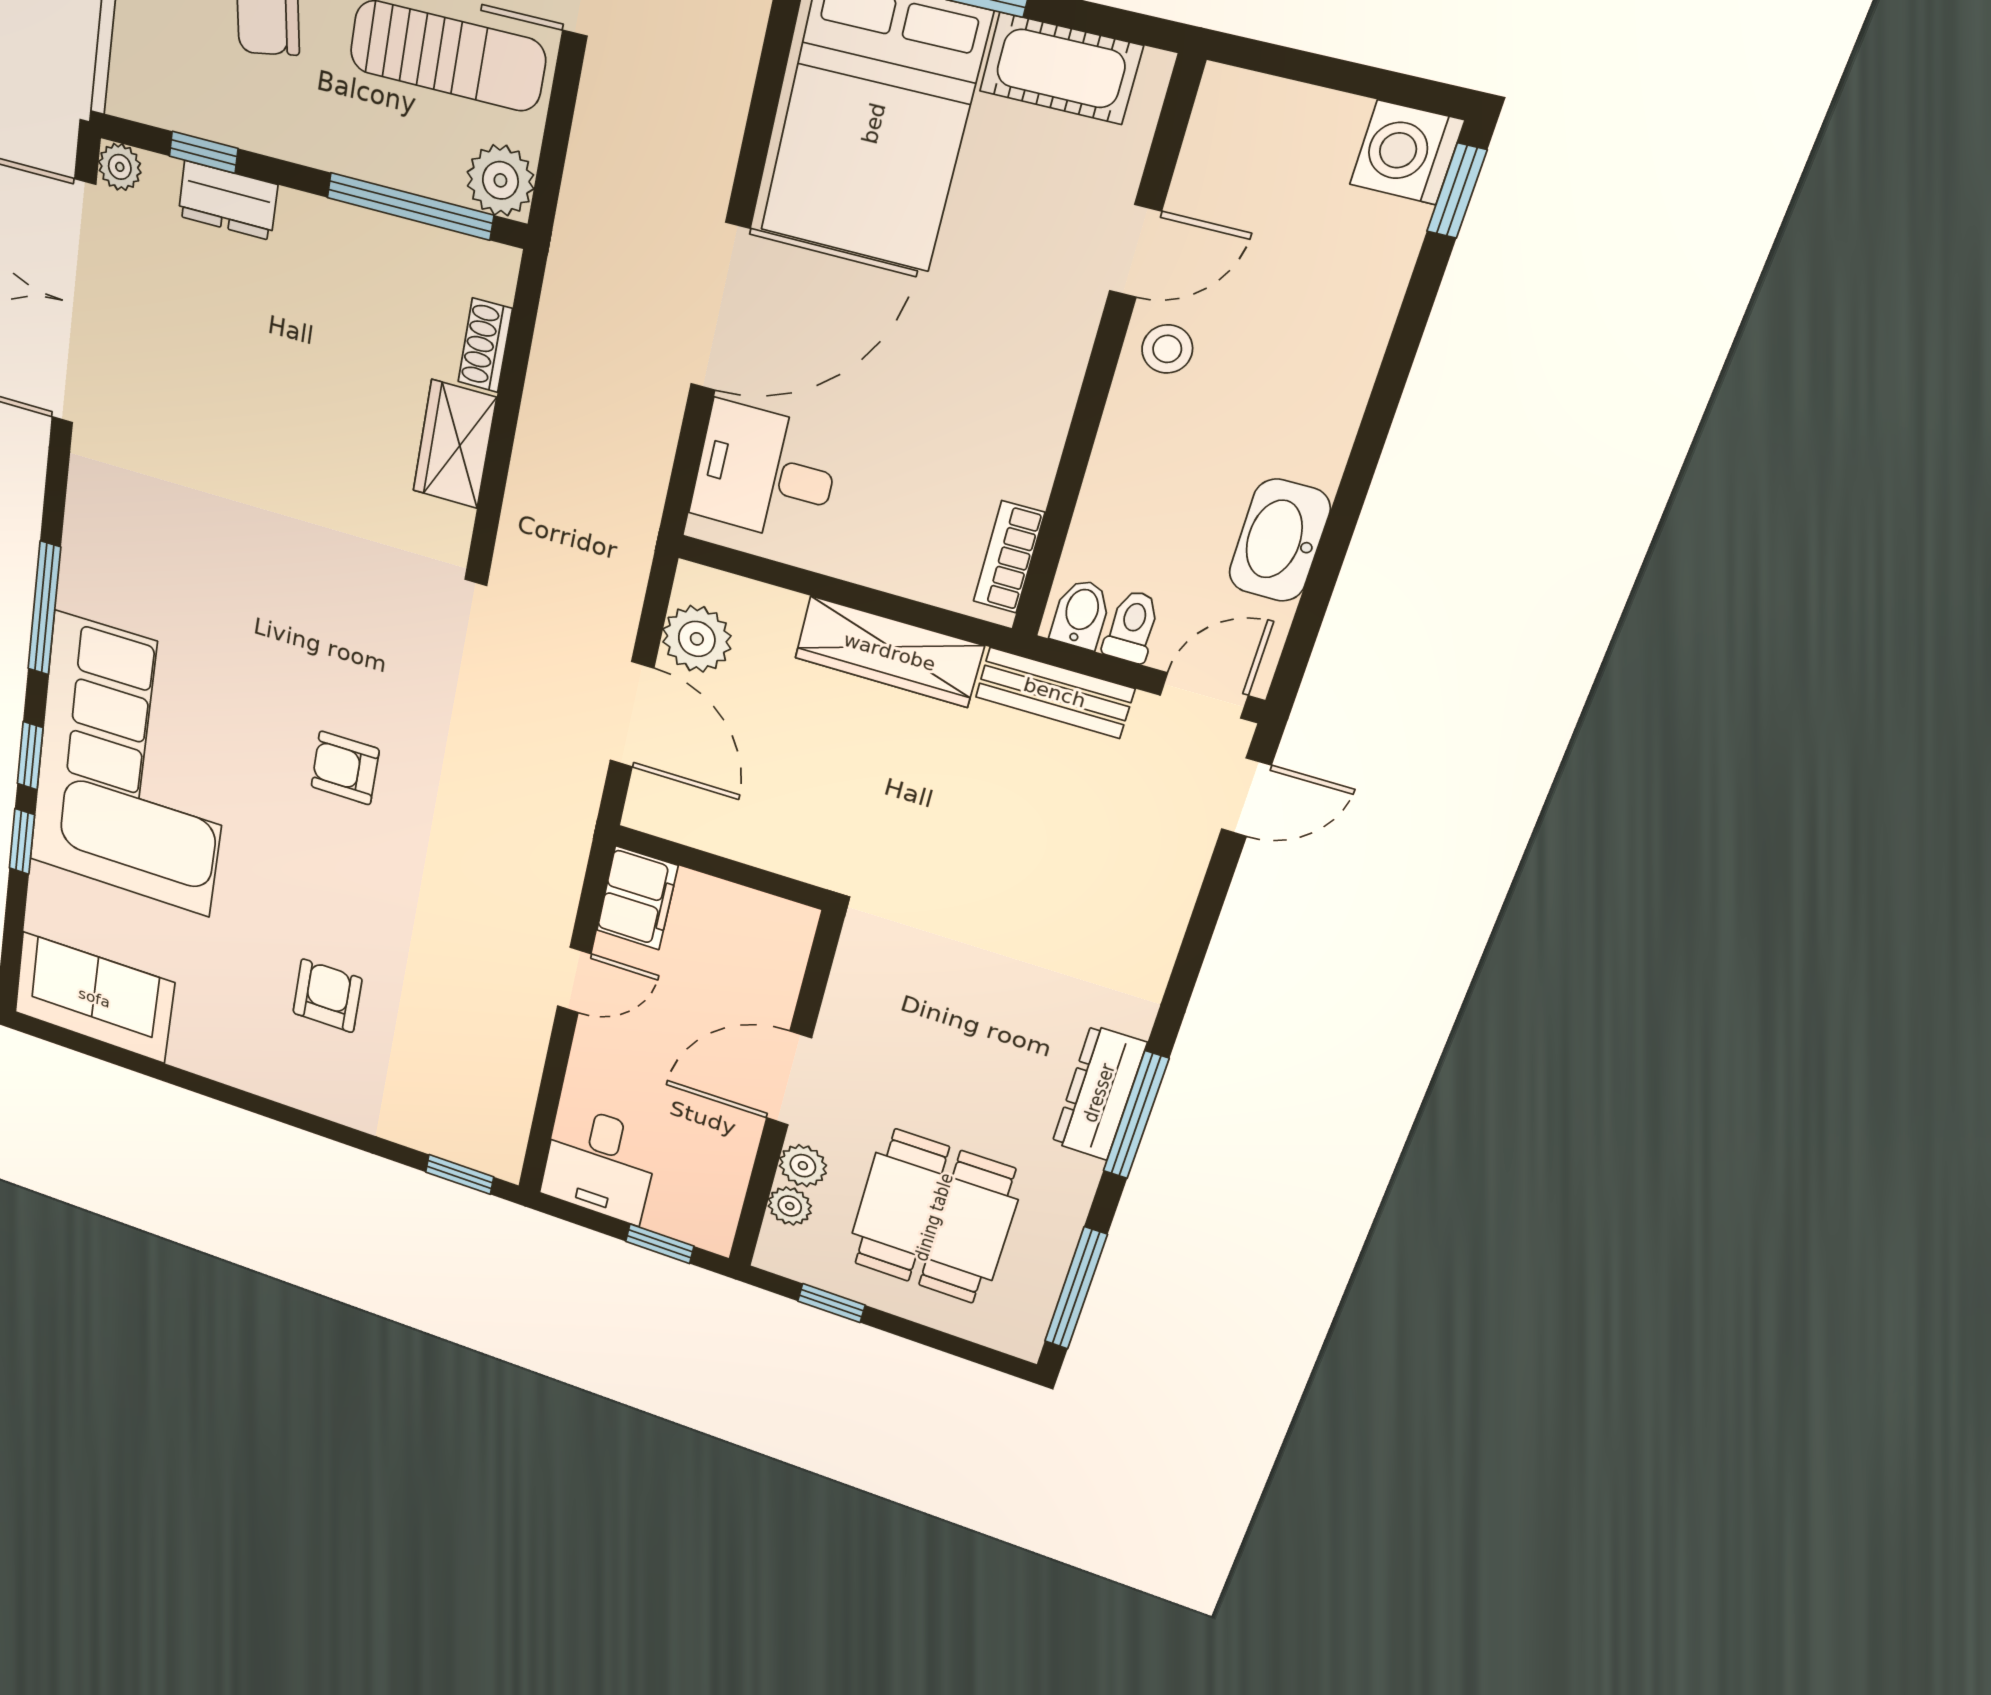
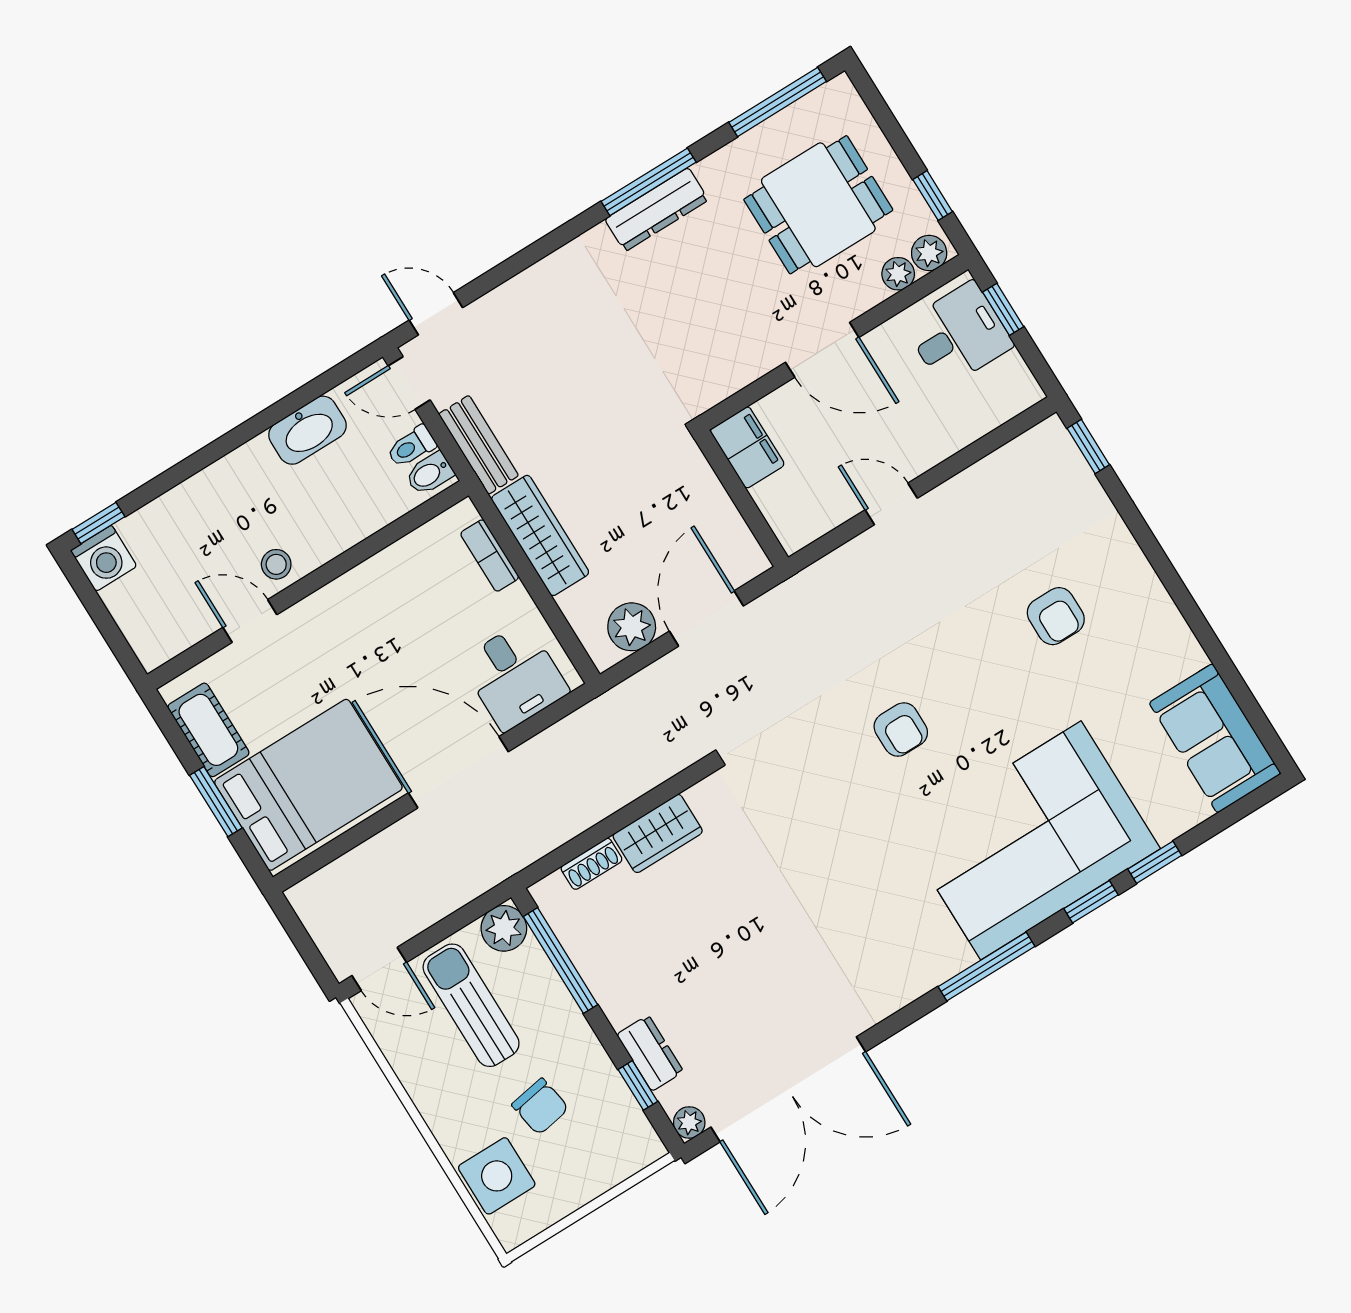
bookcase: (1009, 557) -> (490, 555), moved, turned 90
filing cabinet: (637, 898) -> (747, 447), moved, turned 90
armchair: (327, 996) -> (1056, 616), turned -90
desk: (600, 1164) -> (958, 335), moved
plant: (803, 1166) -> (929, 253), moved

